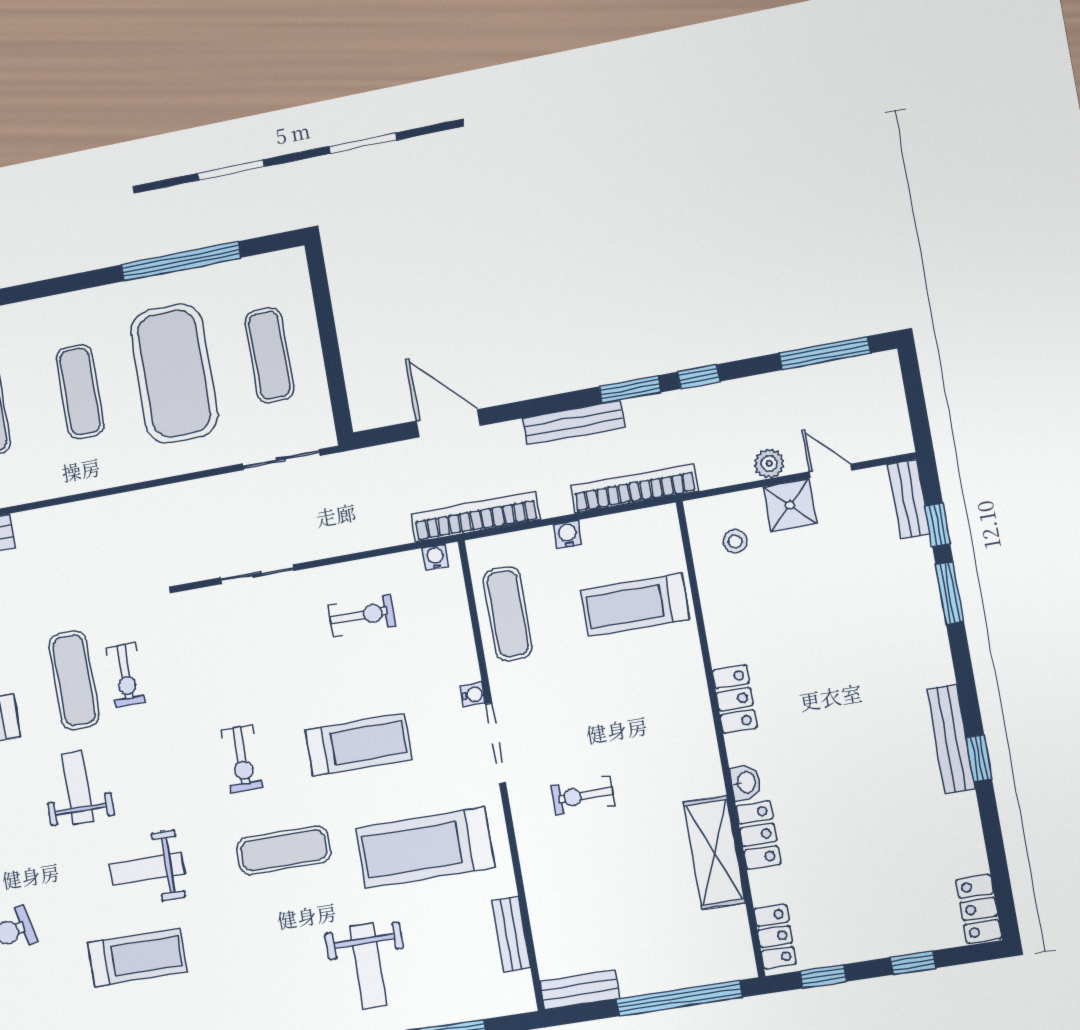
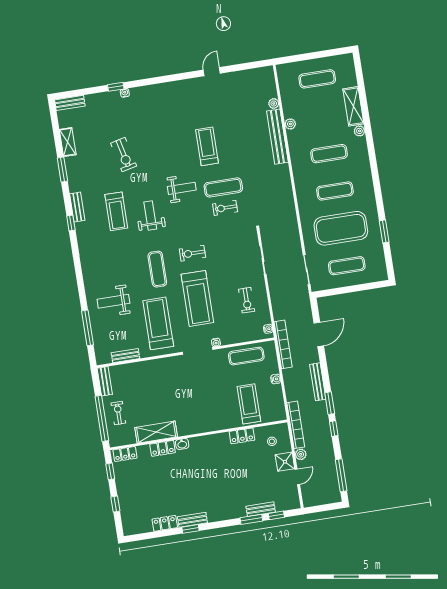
window: (181, 261) -> (384, 231), width x0.47
bookcase: (634, 488) -> (296, 425), moved
bench: (909, 499) -> (261, 509), moved
locker: (735, 699) -> (242, 436), moved
bench: (951, 739) -> (192, 520), width x0.73
treadmill: (358, 745) -> (197, 298), width x1.37, depth x1.38
exercise bike: (583, 795) -> (118, 413), moved
locker: (979, 909) -> (165, 523), moved

